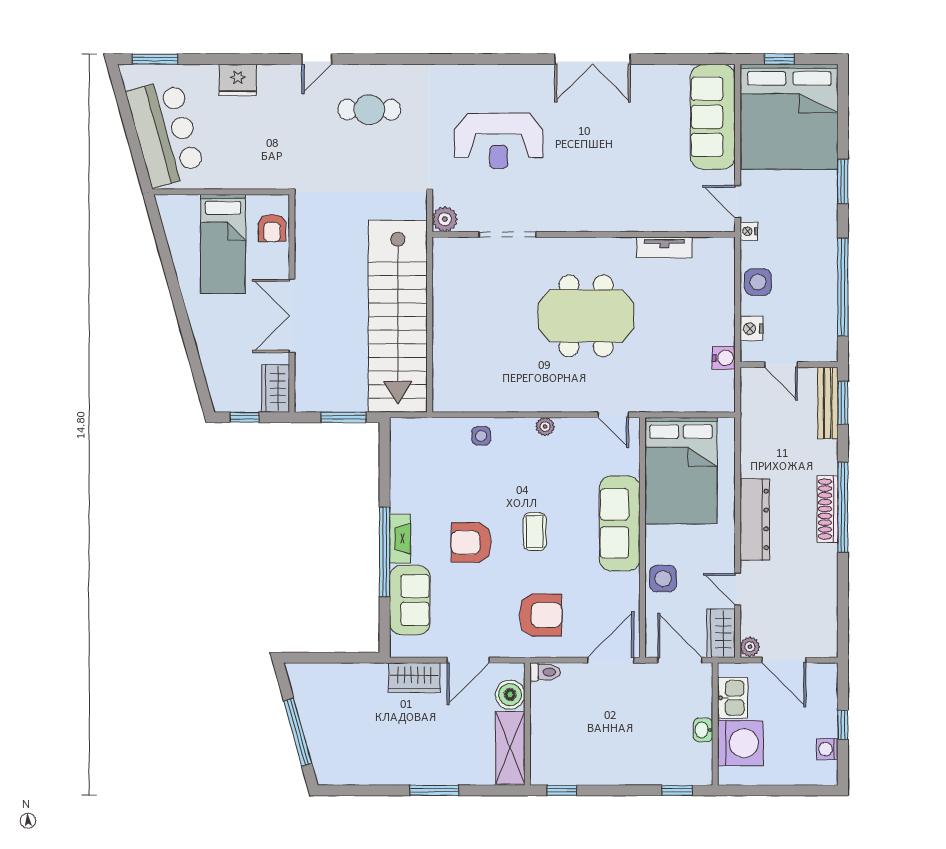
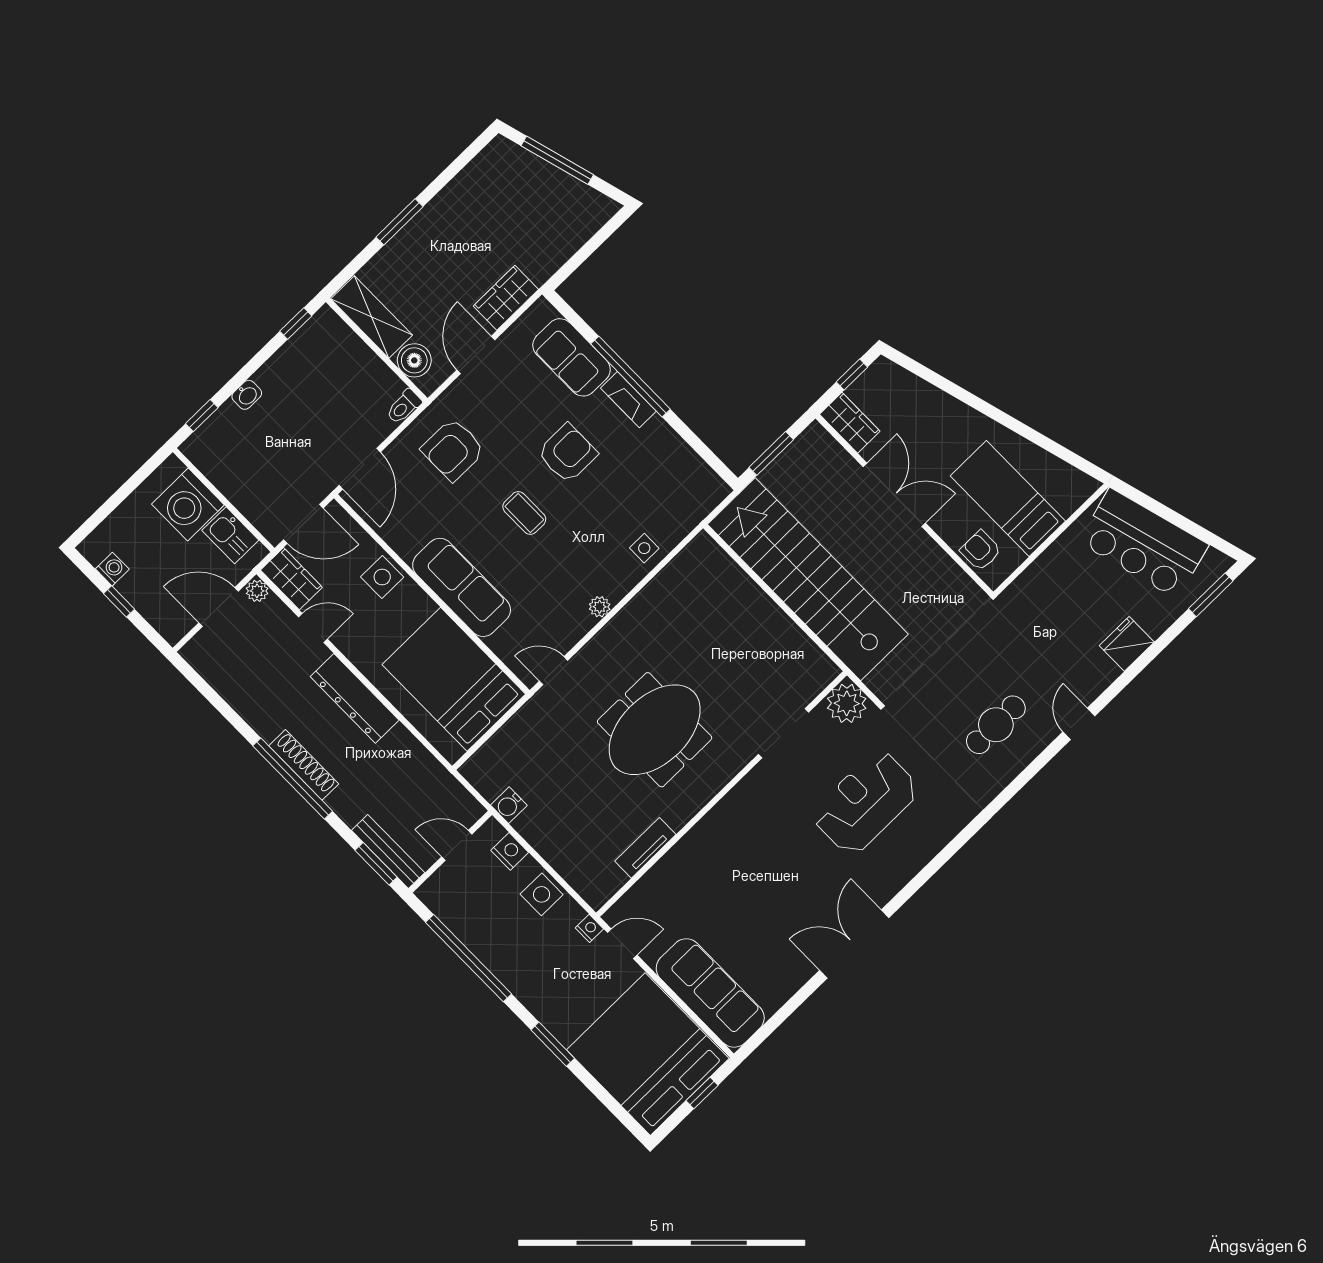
plant: (445, 219) -> (847, 703), width x1.36, depth x1.36
washbasin: (703, 730) -> (247, 395), moved, turned 90

